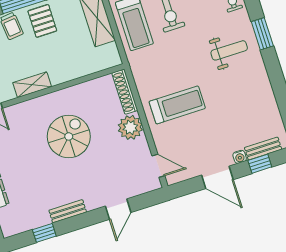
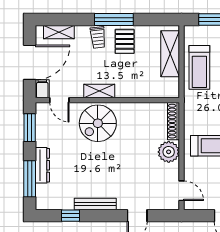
spiral stairs: (69, 136) -> (98, 123), moved, turned 180
bench: (68, 211) -> (95, 204), width x1.36

